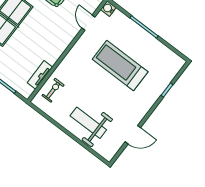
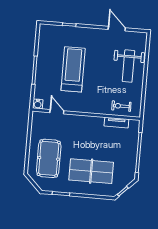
door: (88, 23) -> (57, 112), swing flipped
treadmill: (120, 66) -> (73, 69), turned 180

